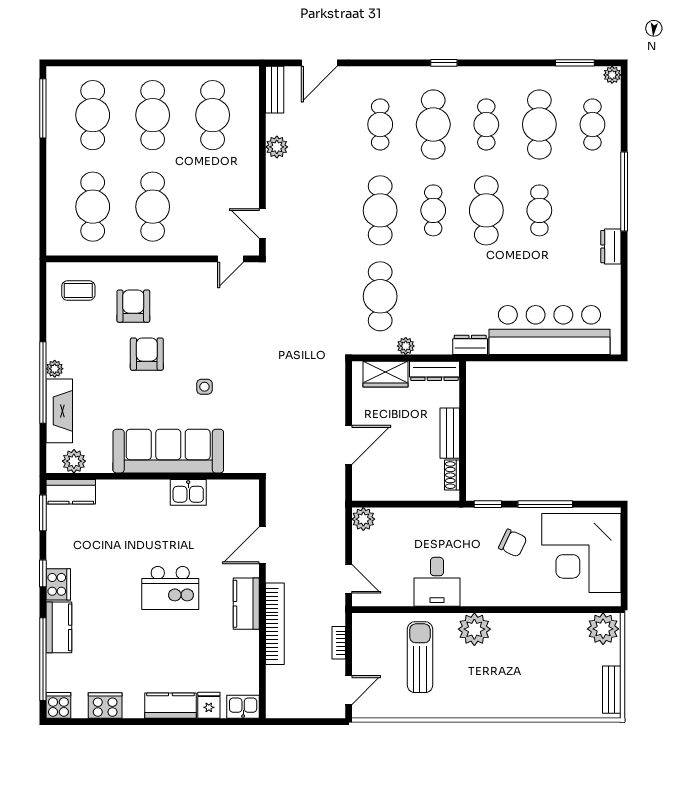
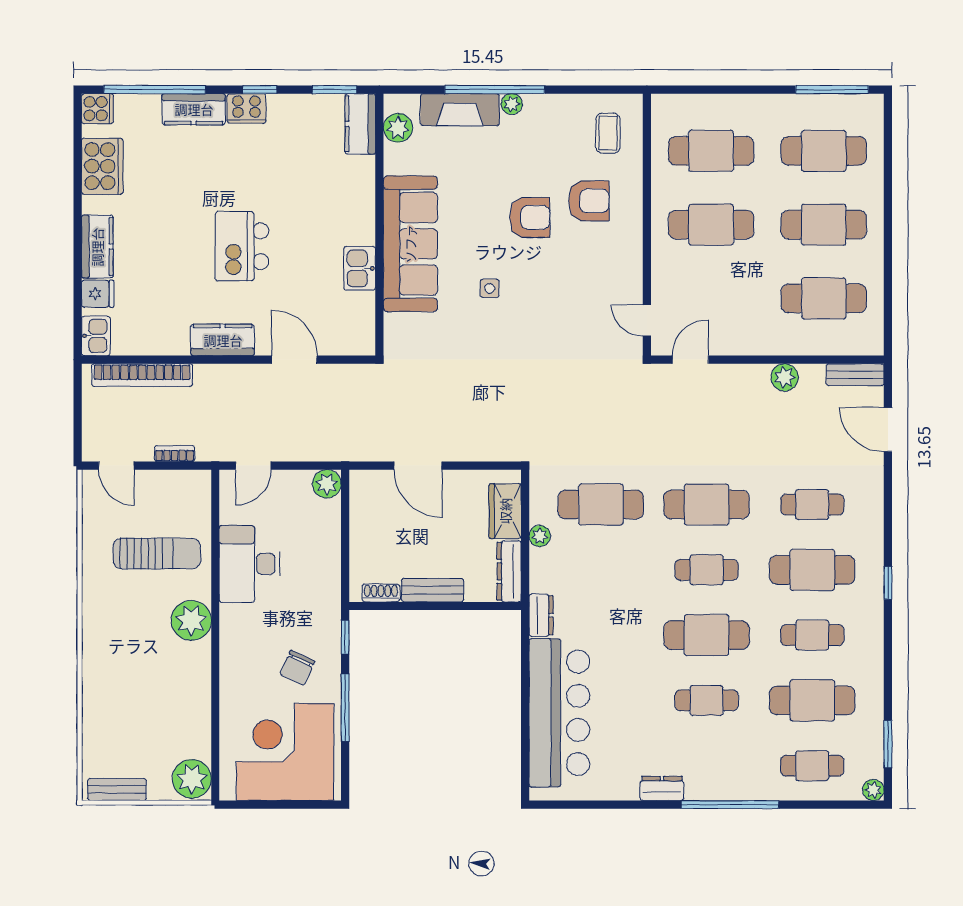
desk: (437, 582) -> (250, 564), width x1.37
bookcase: (275, 624) -> (142, 375), moved
cooker: (105, 706) -> (102, 166), width x1.37, depth x1.31

